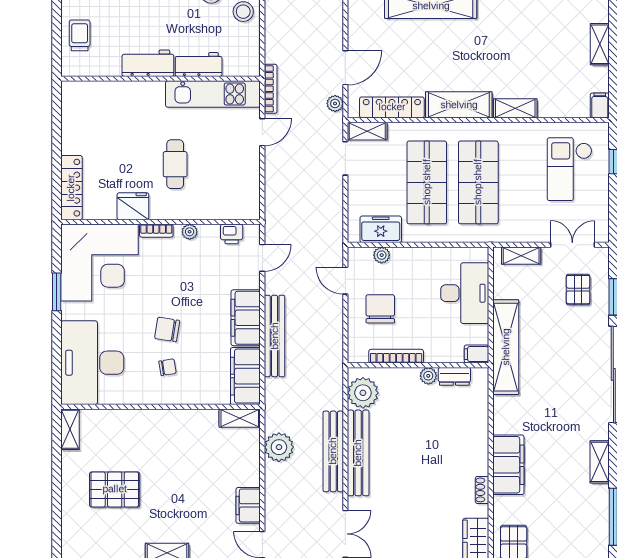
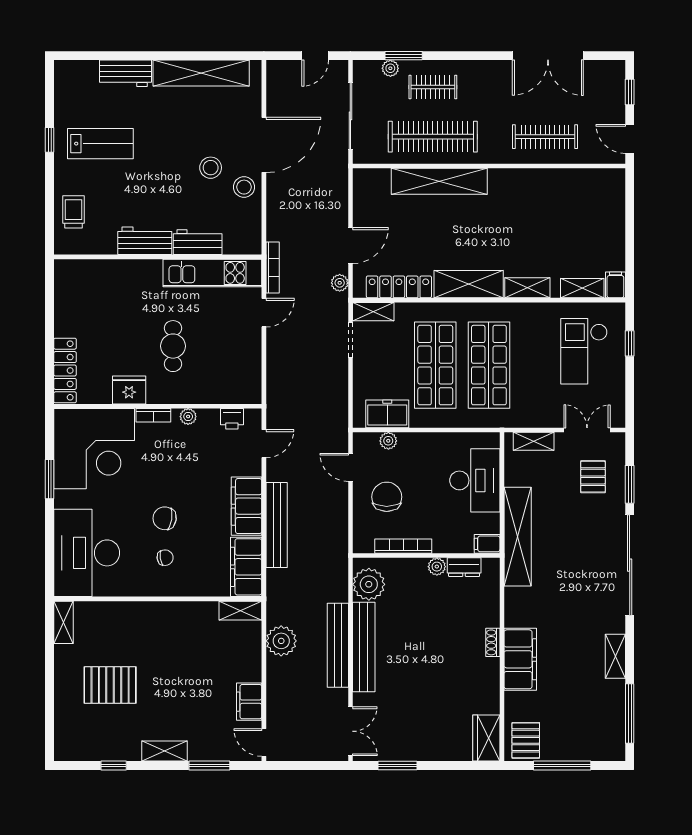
shelving: (600, 44) -> (582, 288), moved, turned 90
shoe rack: (482, 490) -> (493, 642), moved

